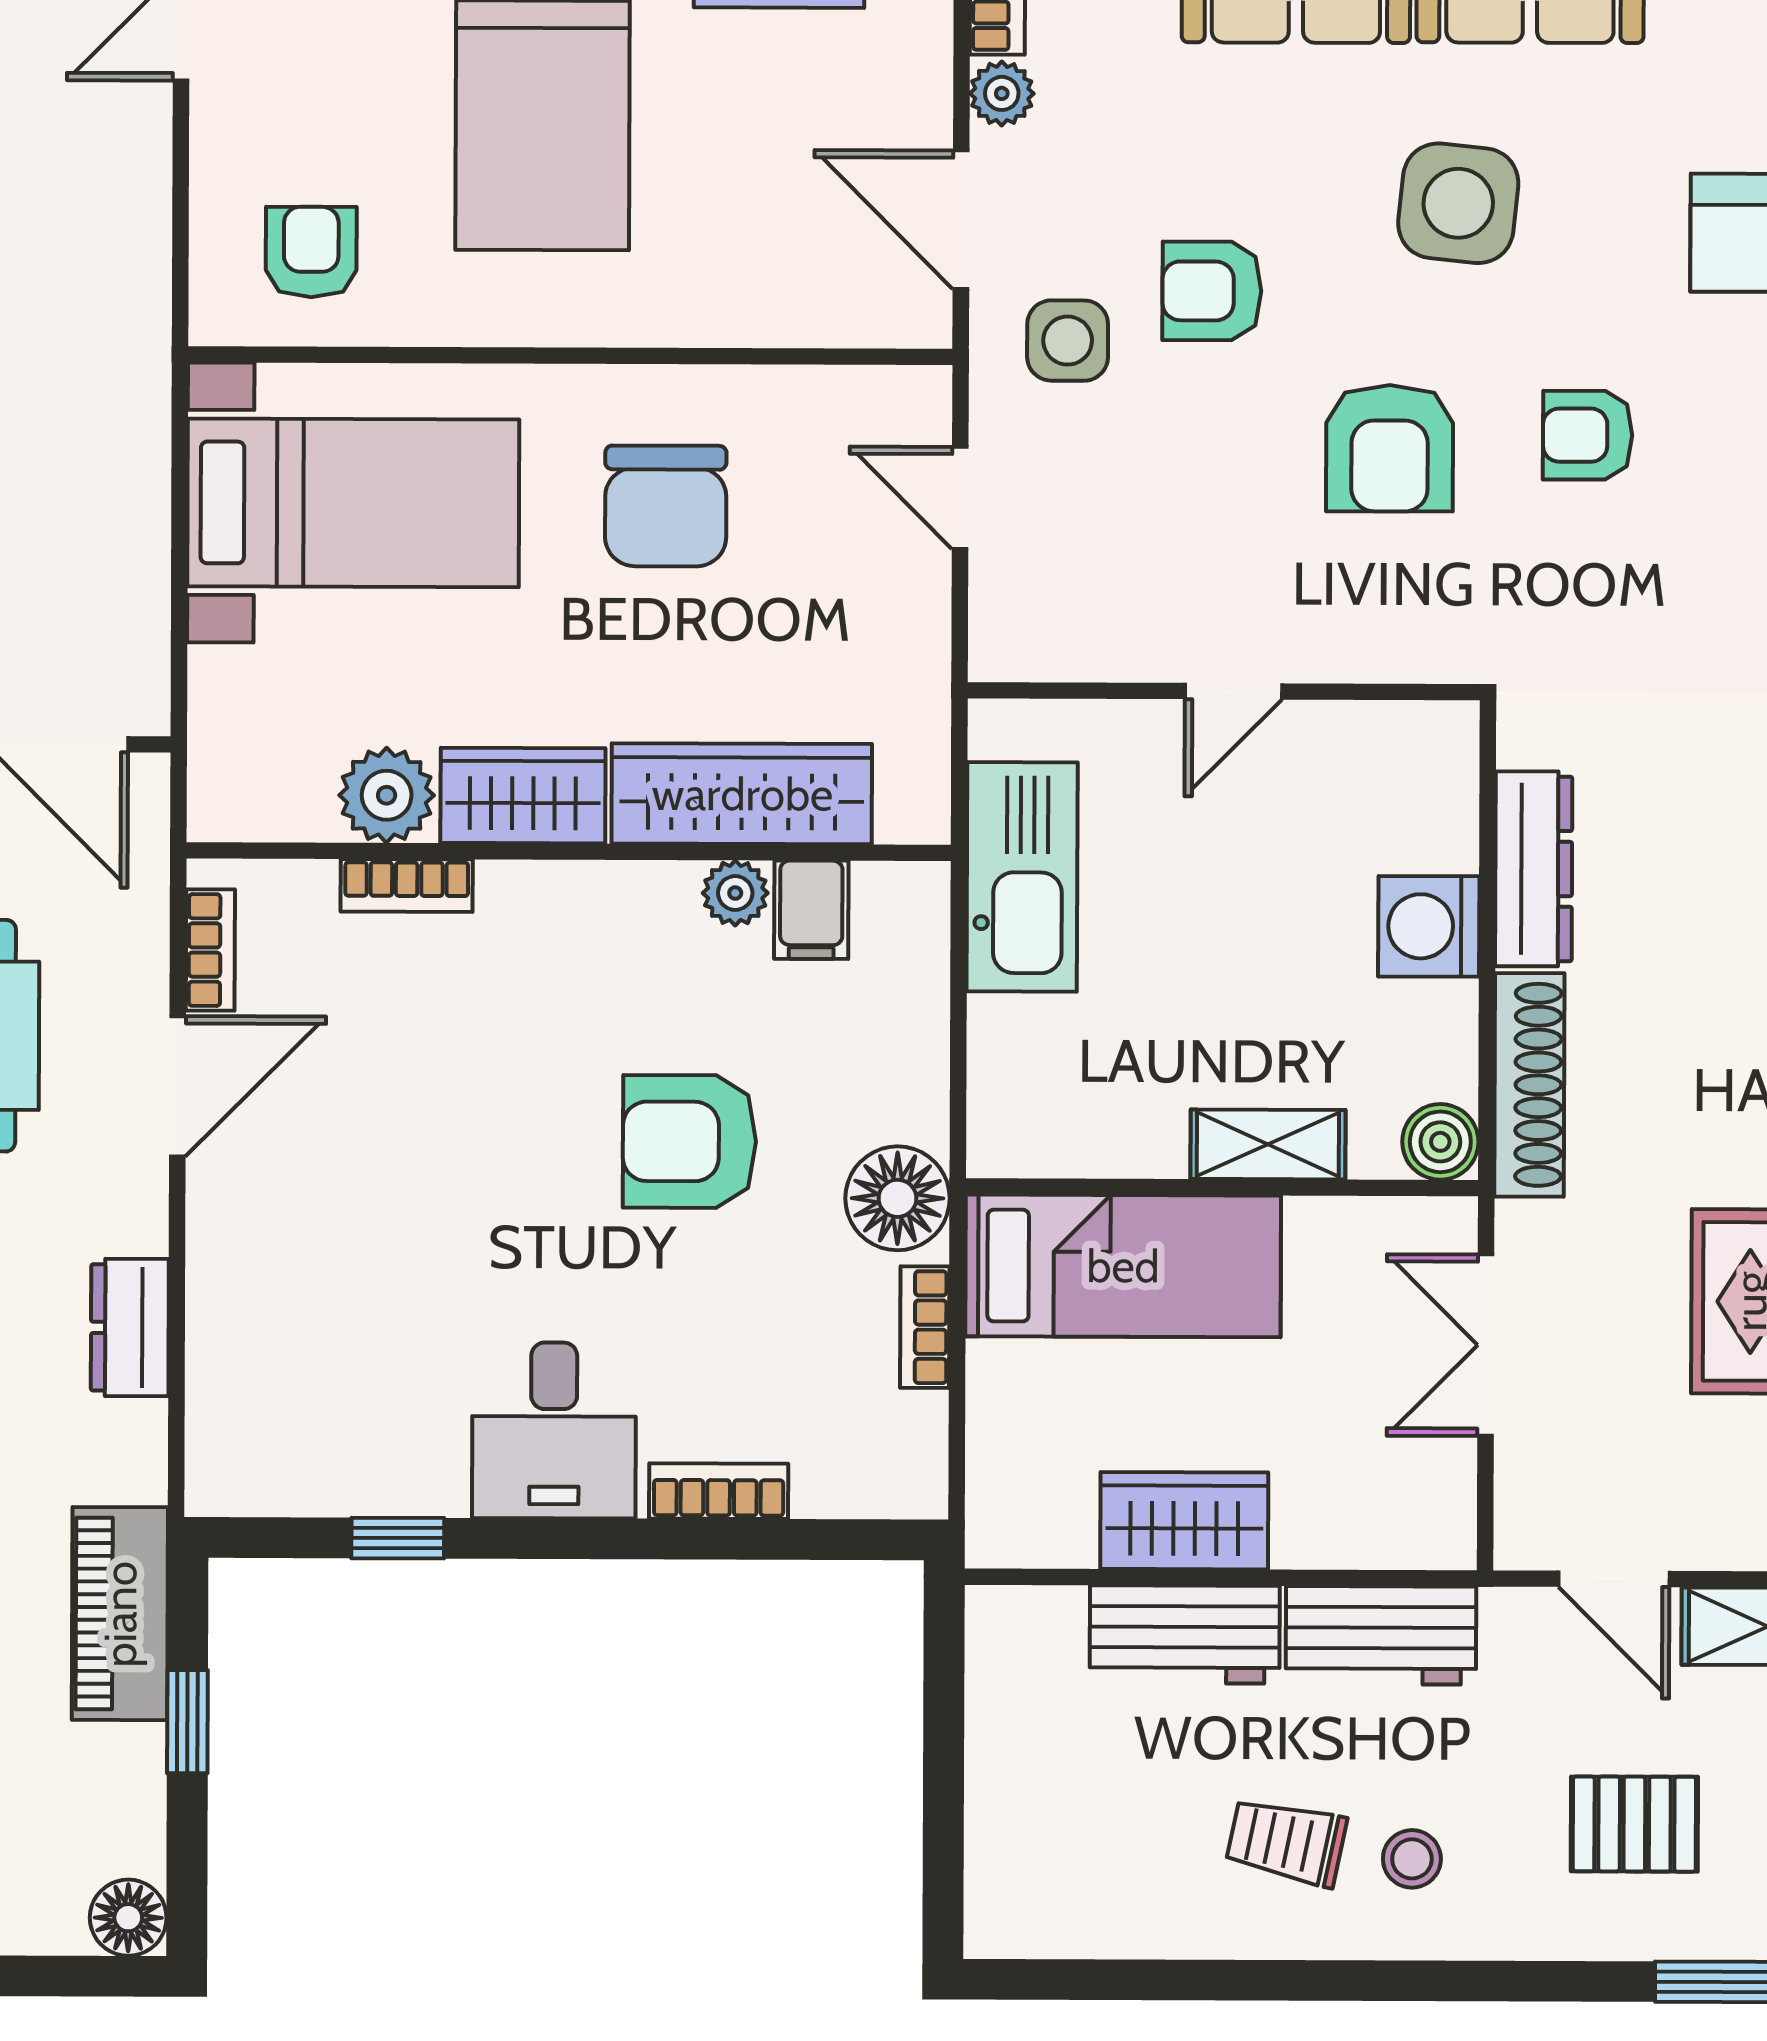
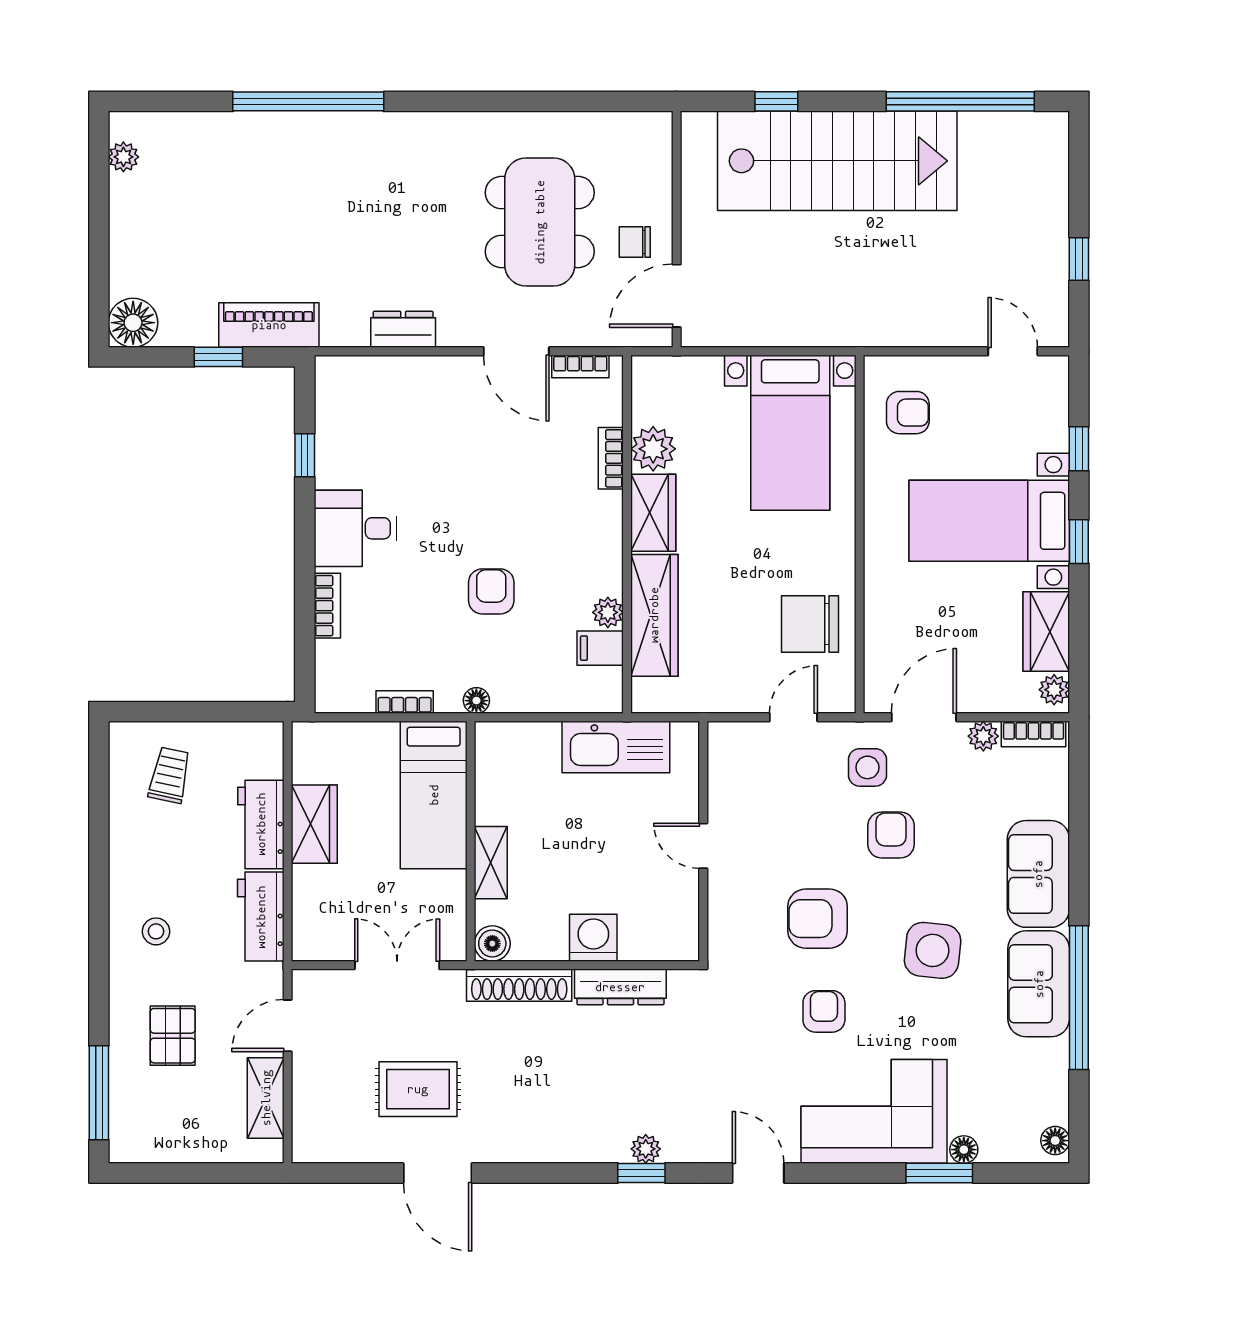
chair: (666, 506) -> (810, 624), moved
armchair: (689, 1141) -> (491, 591), width x0.72, depth x0.72
floor lamp: (898, 1198) -> (476, 701), width x0.53, depth x0.53
trolley: (1286, 1842) -> (170, 775), moved
floor lamp: (128, 1918) -> (133, 323), width x1.38, depth x1.38

